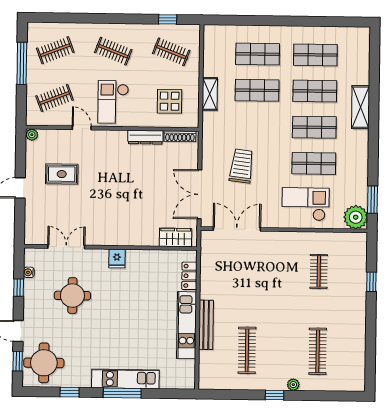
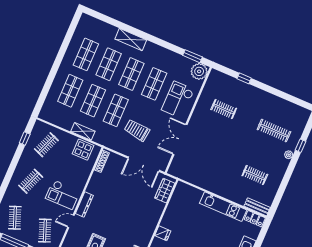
display table: (170, 101) -> (83, 150), moved
shop shelf: (257, 126) -> (116, 110), added
dresser: (145, 137) -> (84, 205), moved
double door: (237, 229) -> (180, 139), moved
locker: (189, 276) -> (255, 219), moved
bench: (206, 325) -> (257, 207), moved, width x0.73
clothes rail: (247, 350) -> (255, 175), width x0.73
window: (275, 395) -> (300, 146), moved

